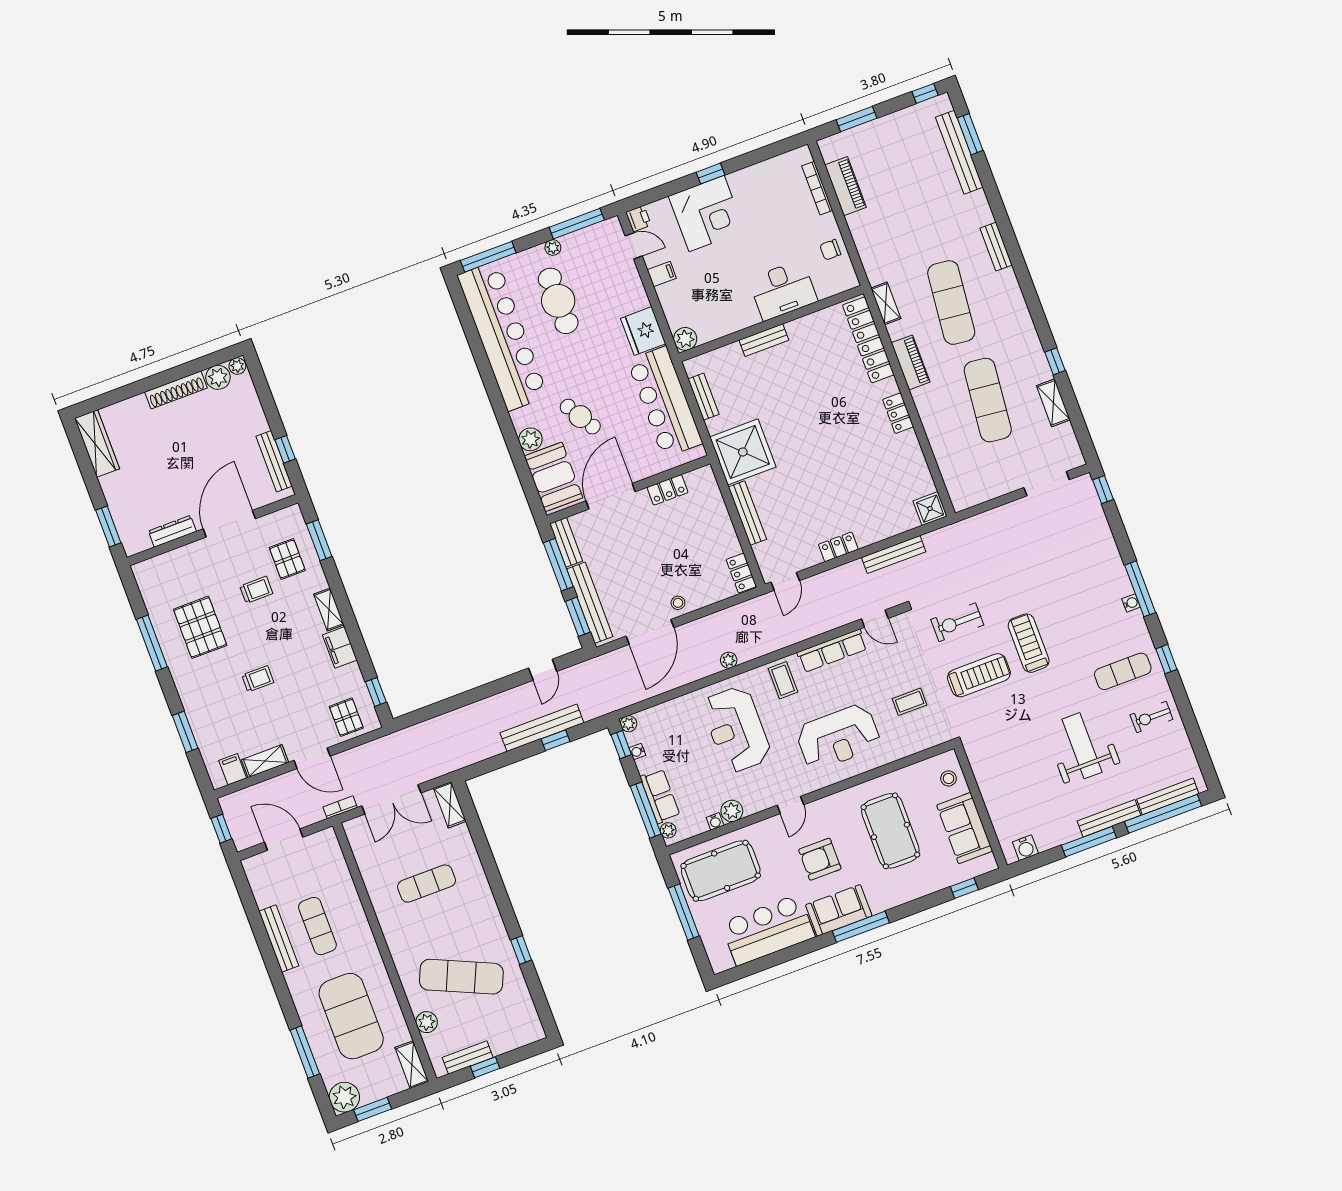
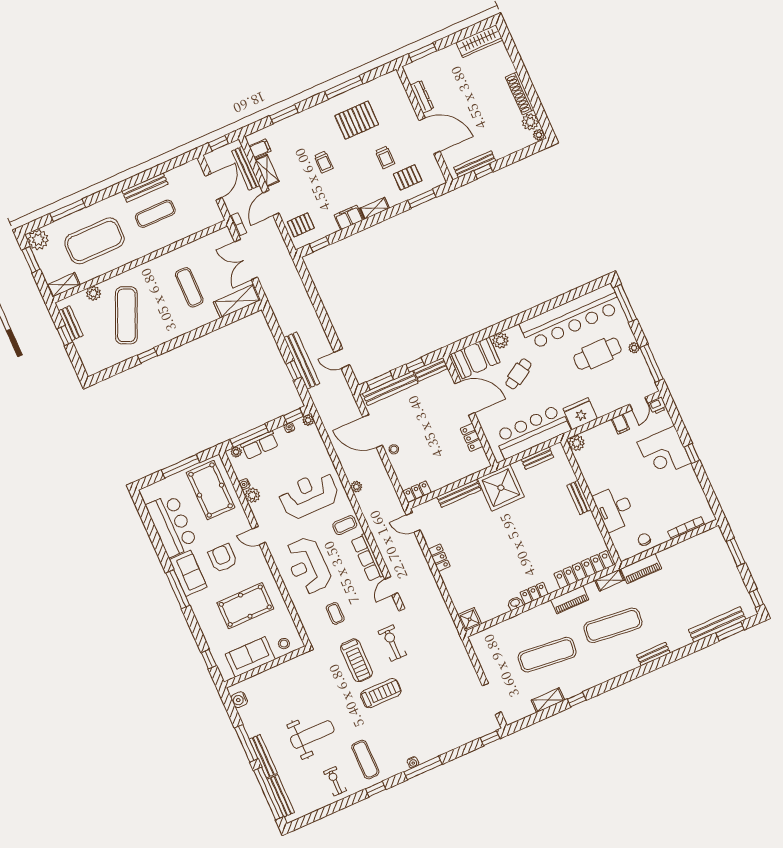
piano: (845, 186) -> (641, 569), moved
washbasin: (911, 441) -> (515, 603), added
bench: (894, 555) -> (246, 168), moved
window: (558, 565) -> (415, 365), width x0.46
shelving: (450, 805) -> (237, 301), width x1.50, depth x1.33

